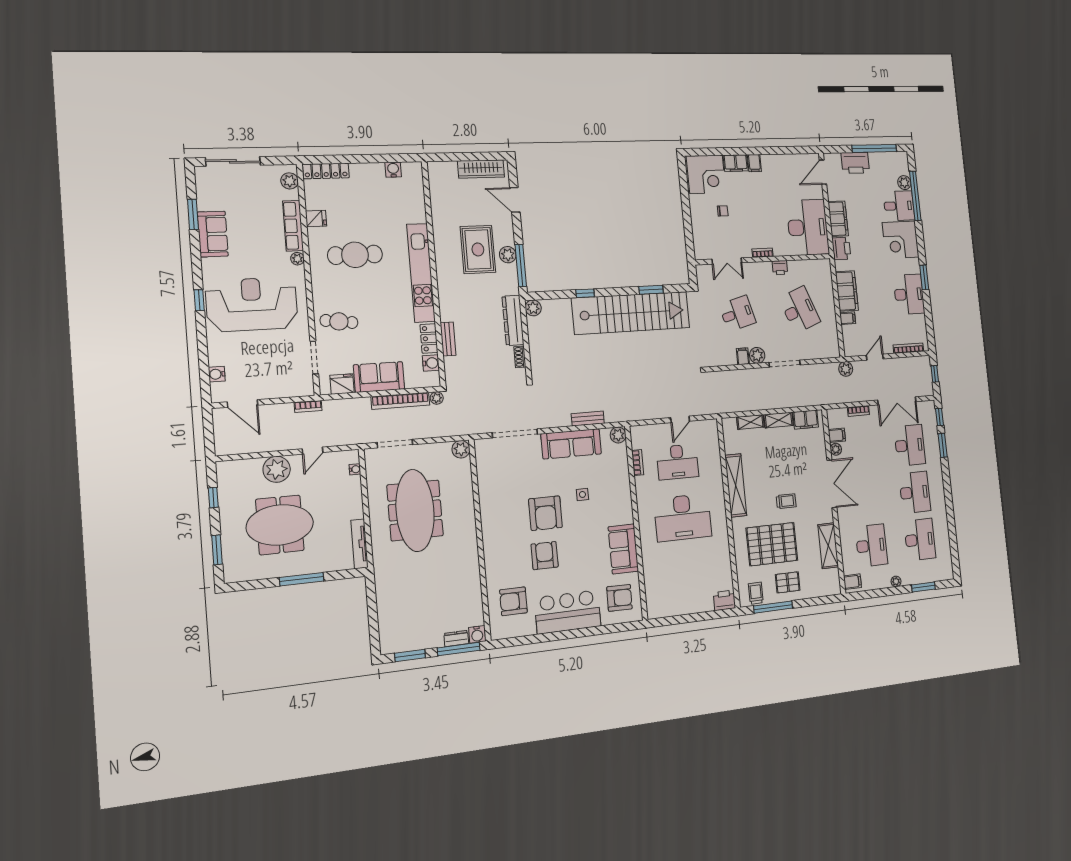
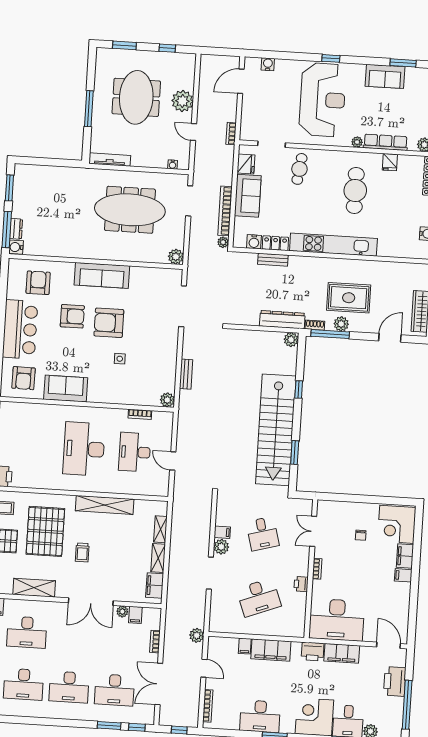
shoe rack: (520, 357) -> (315, 325), moved
sofa: (571, 444) -> (102, 275), moved, turned -90

